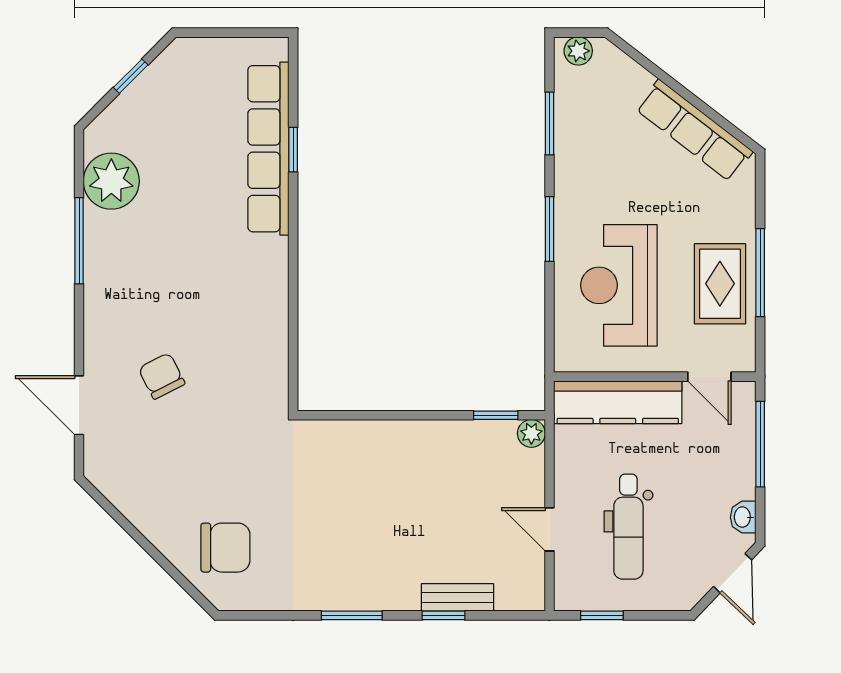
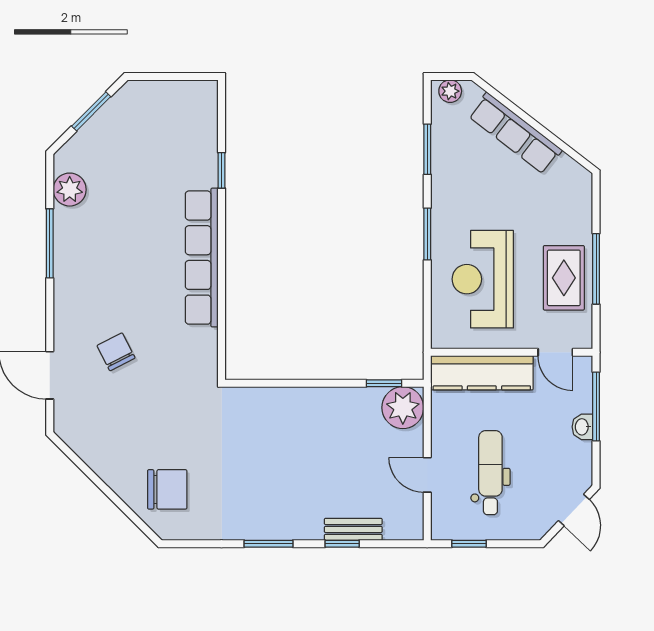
window: (131, 76) -> (91, 111), width x1.50
row of seats: (694, 130) -> (515, 133), moved
row of seats: (268, 149) -> (202, 258), moved
plant: (111, 181) -> (70, 190), width x0.73, depth x0.73
plant: (531, 433) -> (403, 408), width x1.88, depth x1.88
washbasin: (743, 517) -> (582, 427), moved
dental chair: (628, 527) -> (490, 473), turned 180

